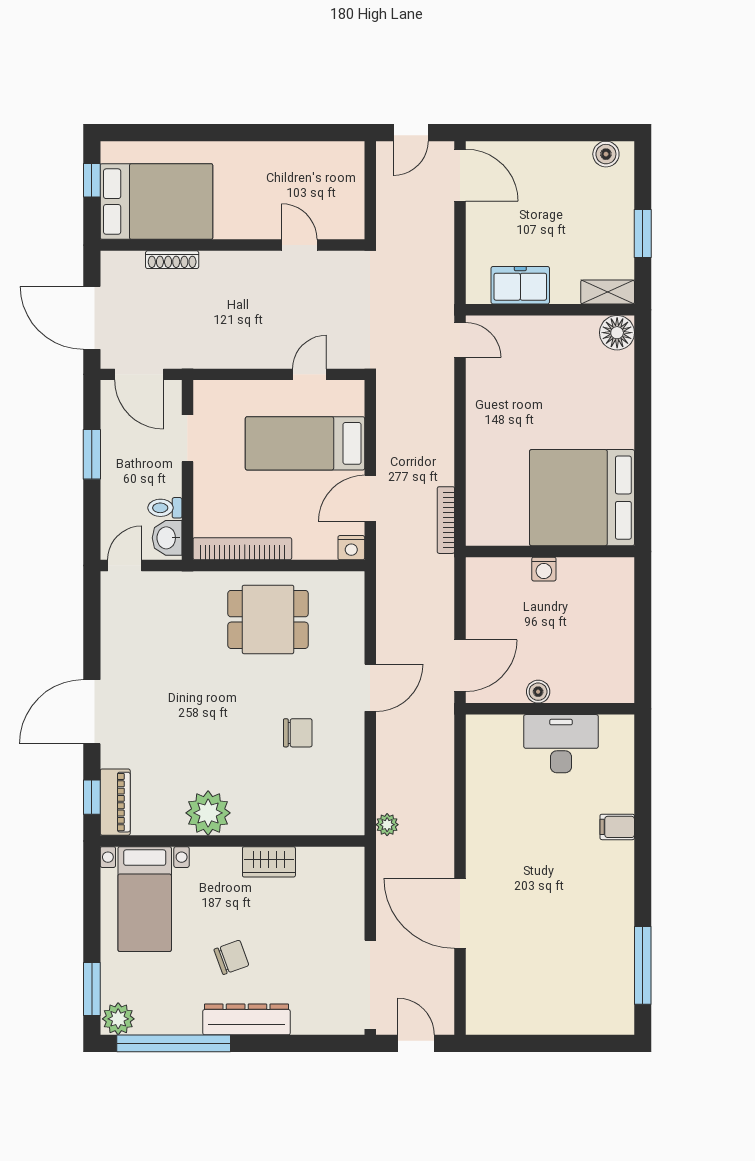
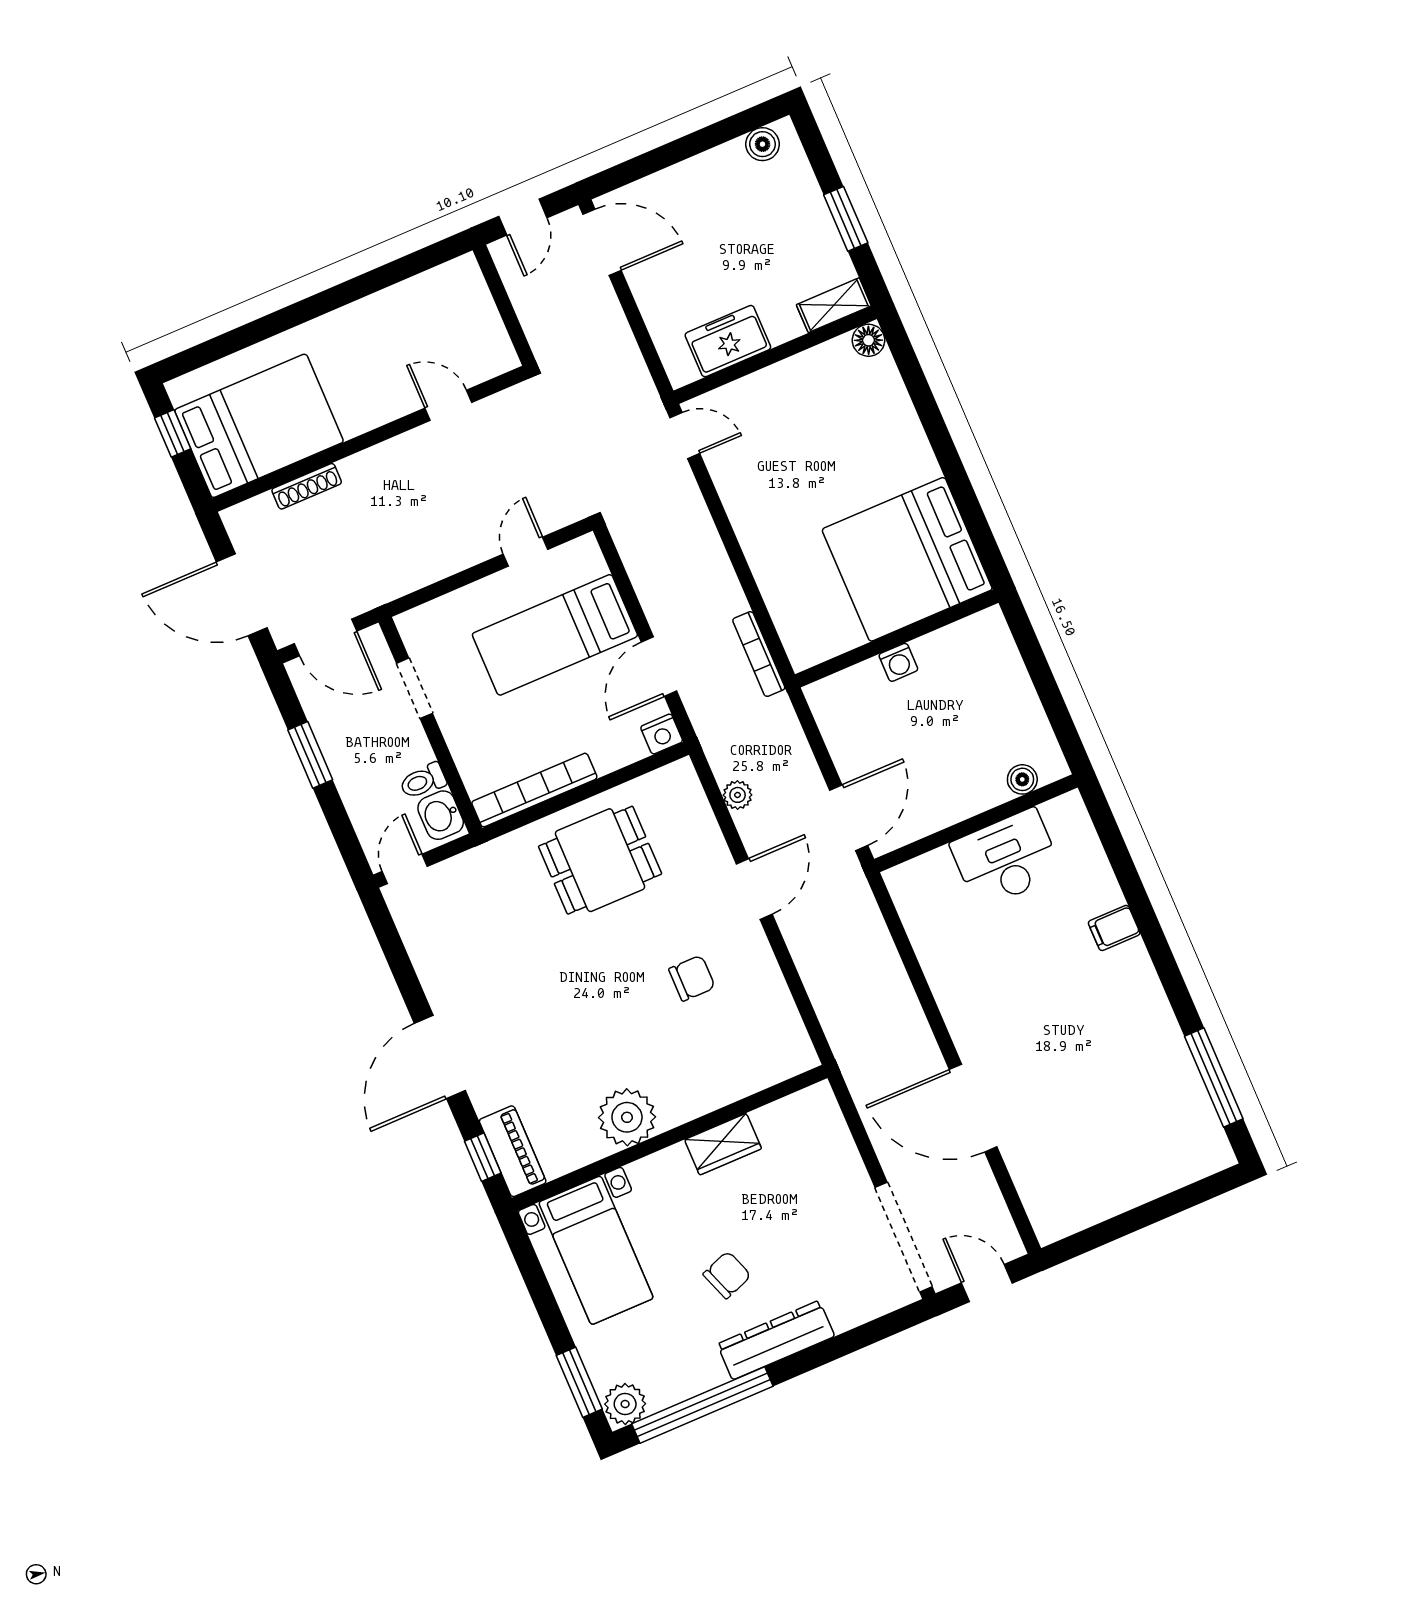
floor lamp: (617, 333) -> (868, 340), width x0.73, depth x0.73
boiler: (538, 692) -> (1022, 779), moved
plant: (387, 825) -> (738, 795), moved

